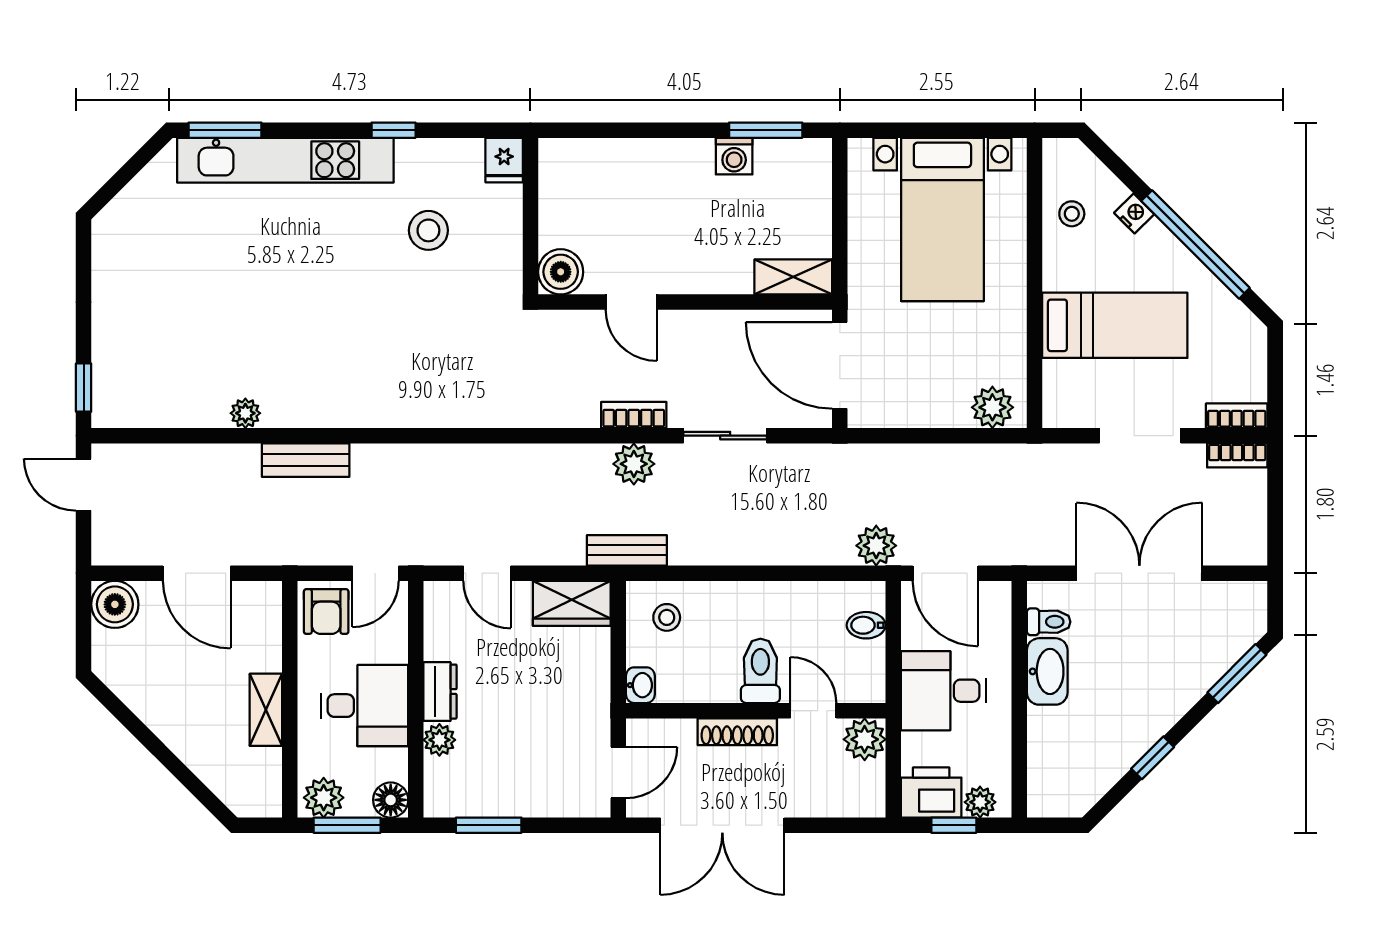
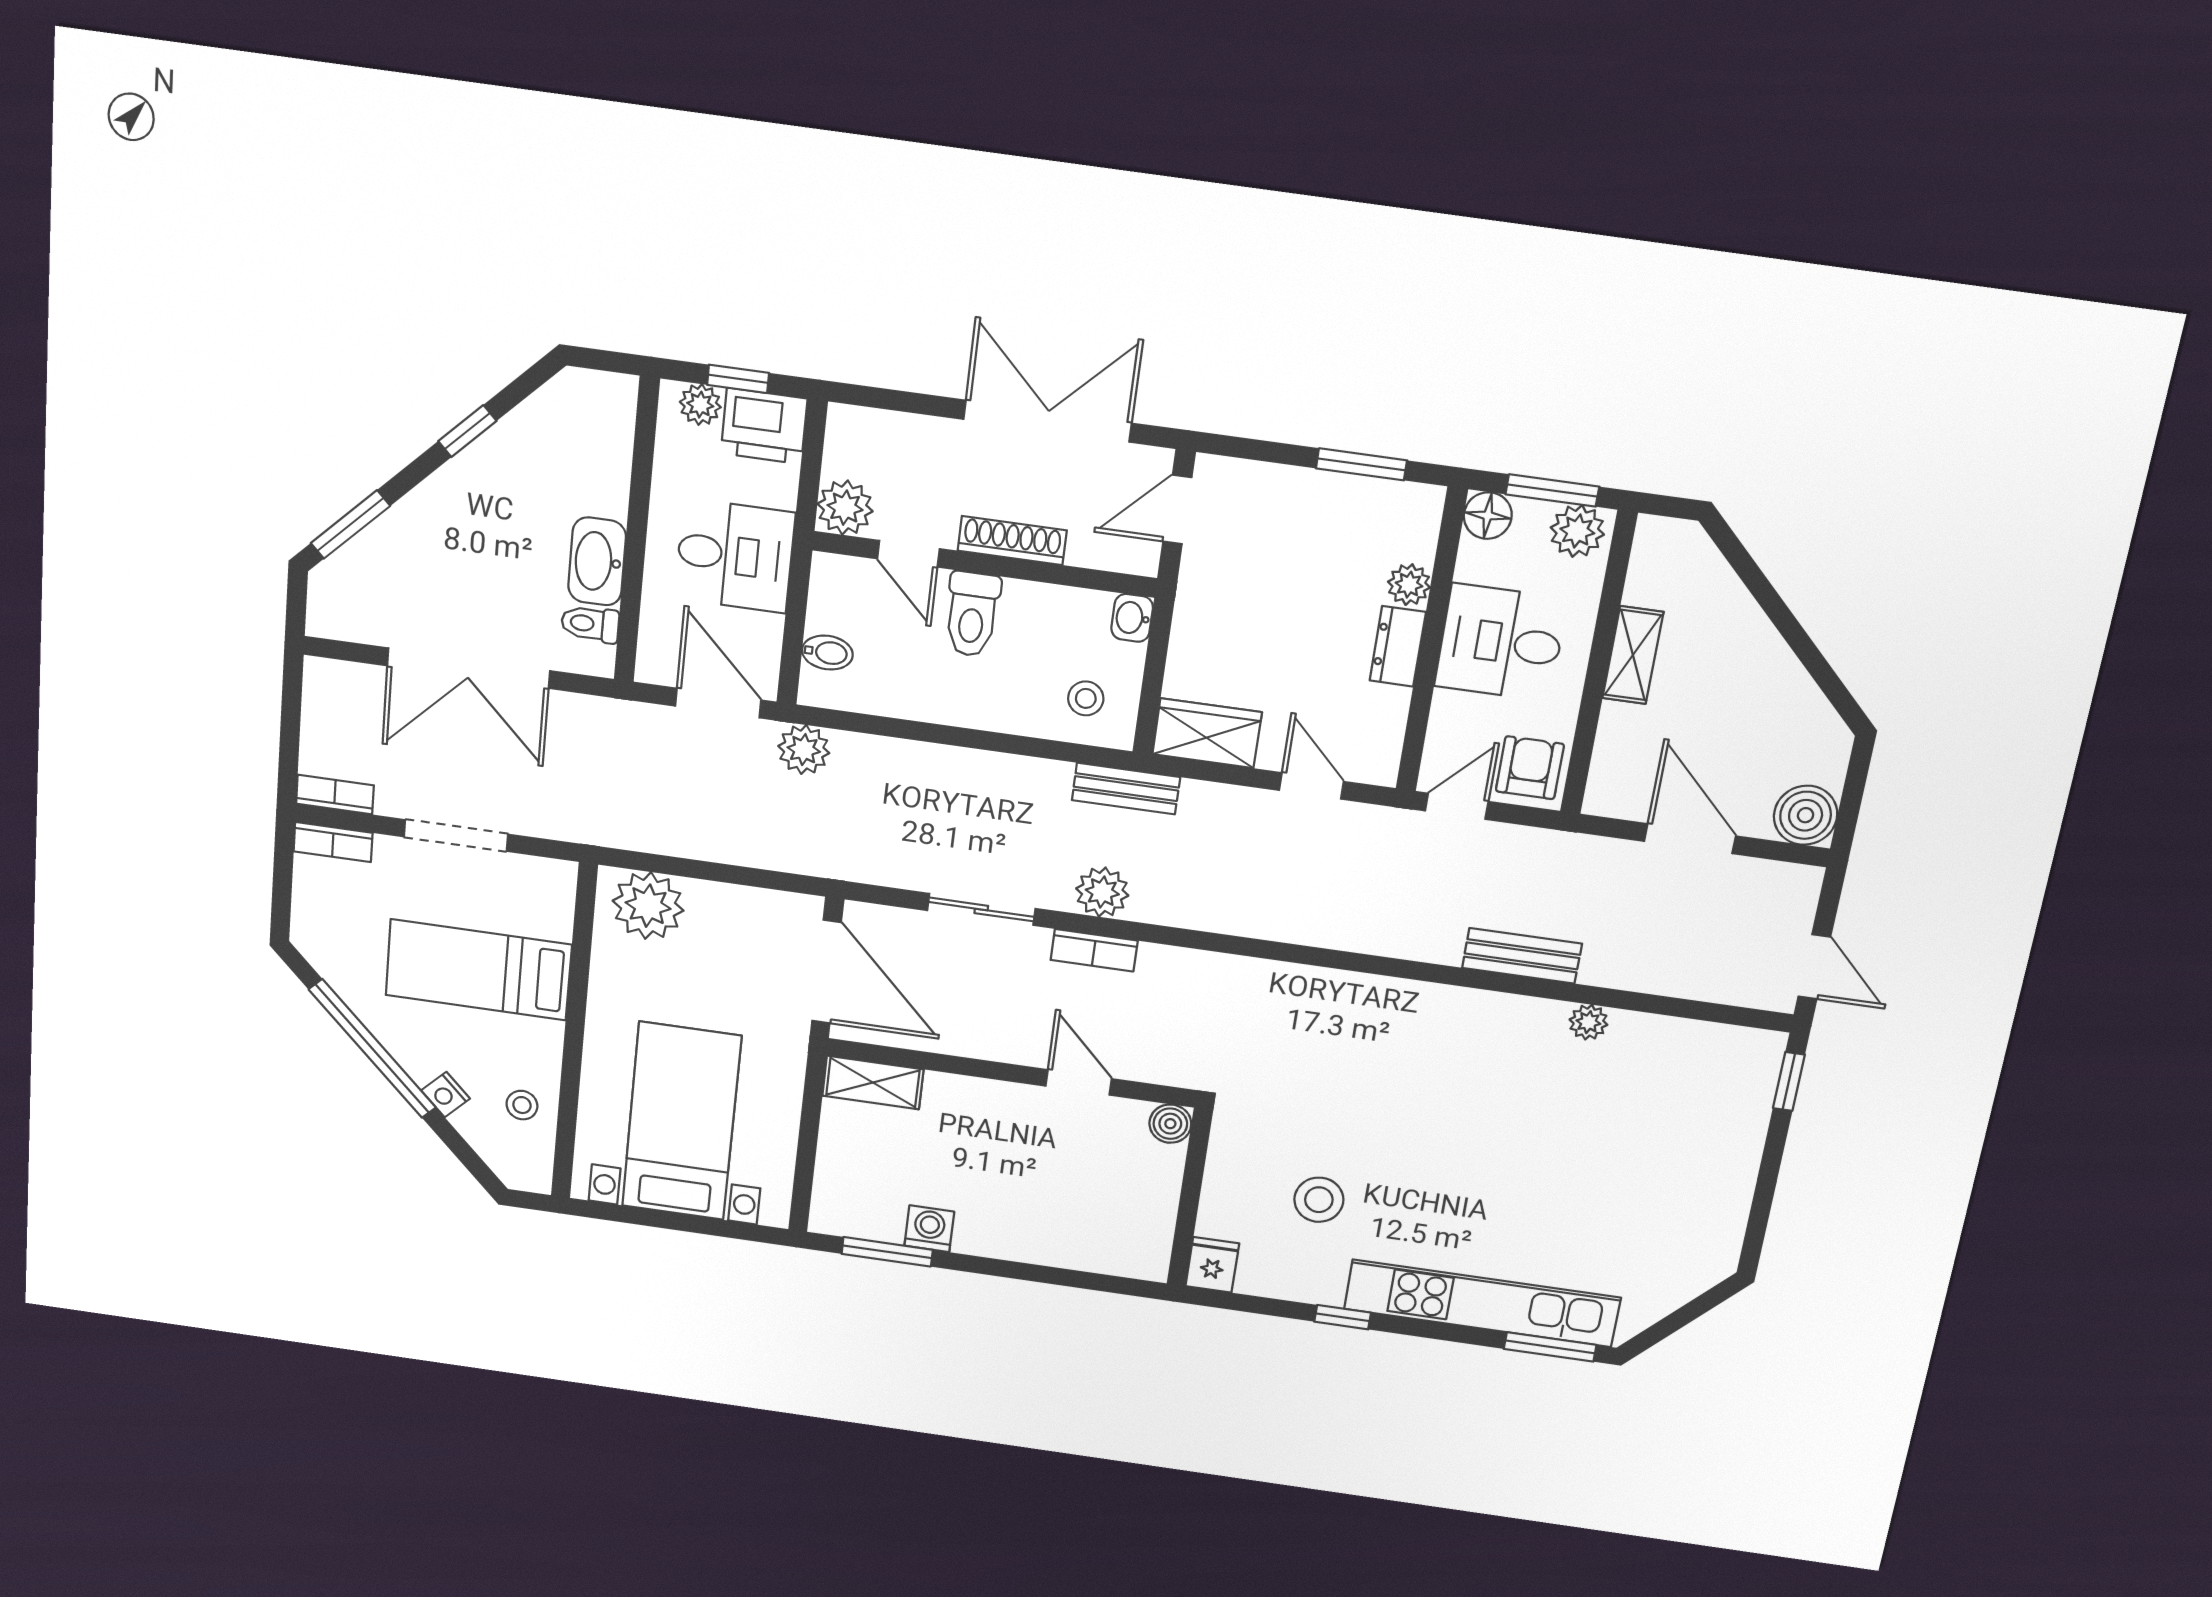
boiler: (561, 272) -> (1170, 1124), width x0.73, depth x0.73
plant: (992, 407) -> (648, 906), width x1.36, depth x1.36

